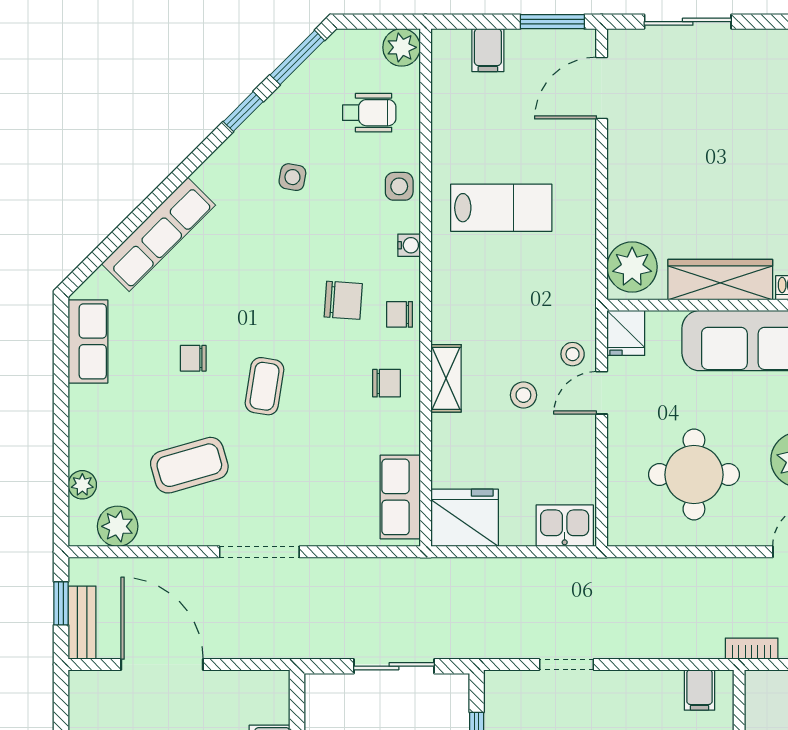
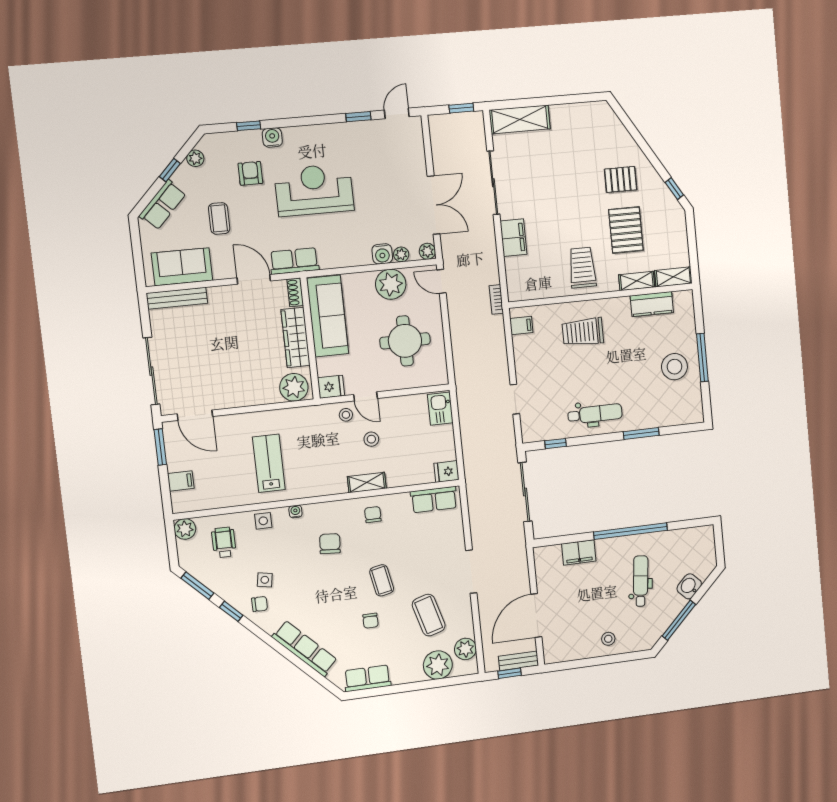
sliding door: (688, 22) -> (151, 371), width x1.37
chair: (400, 314) -> (260, 604), moved, turned -90
coffee table: (264, 386) -> (382, 580), turned 70
plant: (82, 485) -> (438, 665), width x1.87, depth x1.87
fridge: (465, 518) -> (446, 472), width x0.53, depth x0.75
sliding door: (394, 666) -> (525, 492), width x1.37

